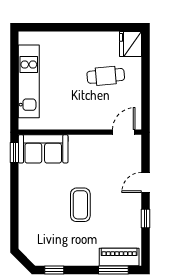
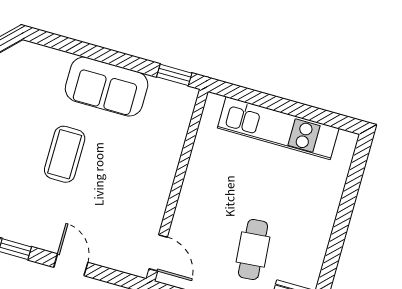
sofa: (43, 149) -> (107, 87), moved, turned -90
coffee table: (80, 205) -> (65, 154), turned 90

